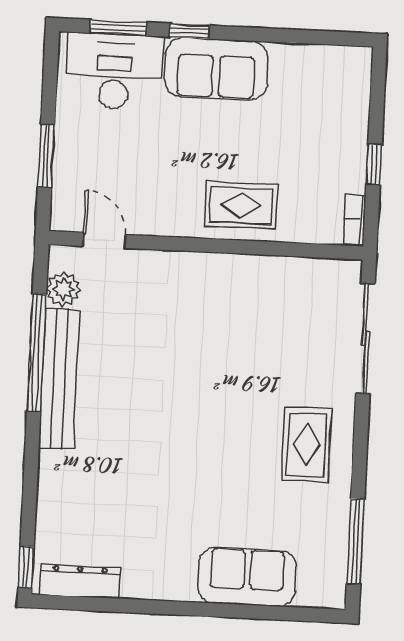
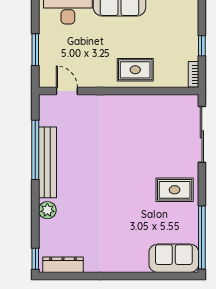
plant: (63, 289) -> (47, 210), moved
rug: (306, 445) -> (175, 190), turned 90
window: (356, 541) -> (202, 238), width x1.46
sofa: (247, 577) -> (174, 258), moved

